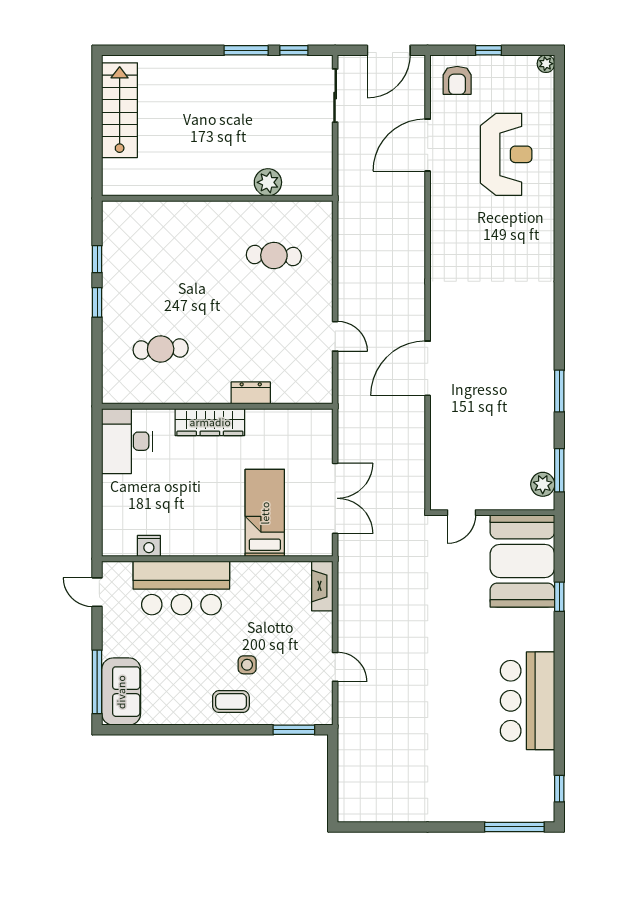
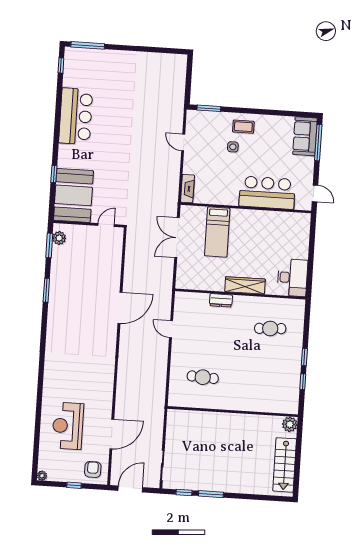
plant: (268, 182) -> (290, 424), moved
nightstand: (149, 546) -> (284, 218), removed

